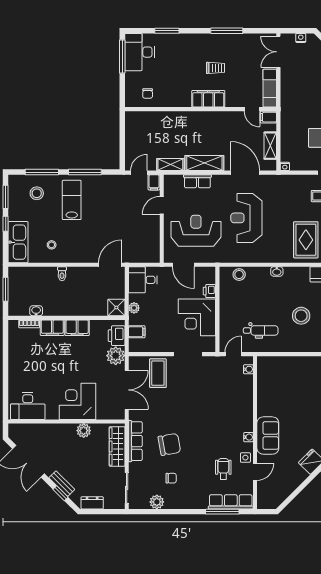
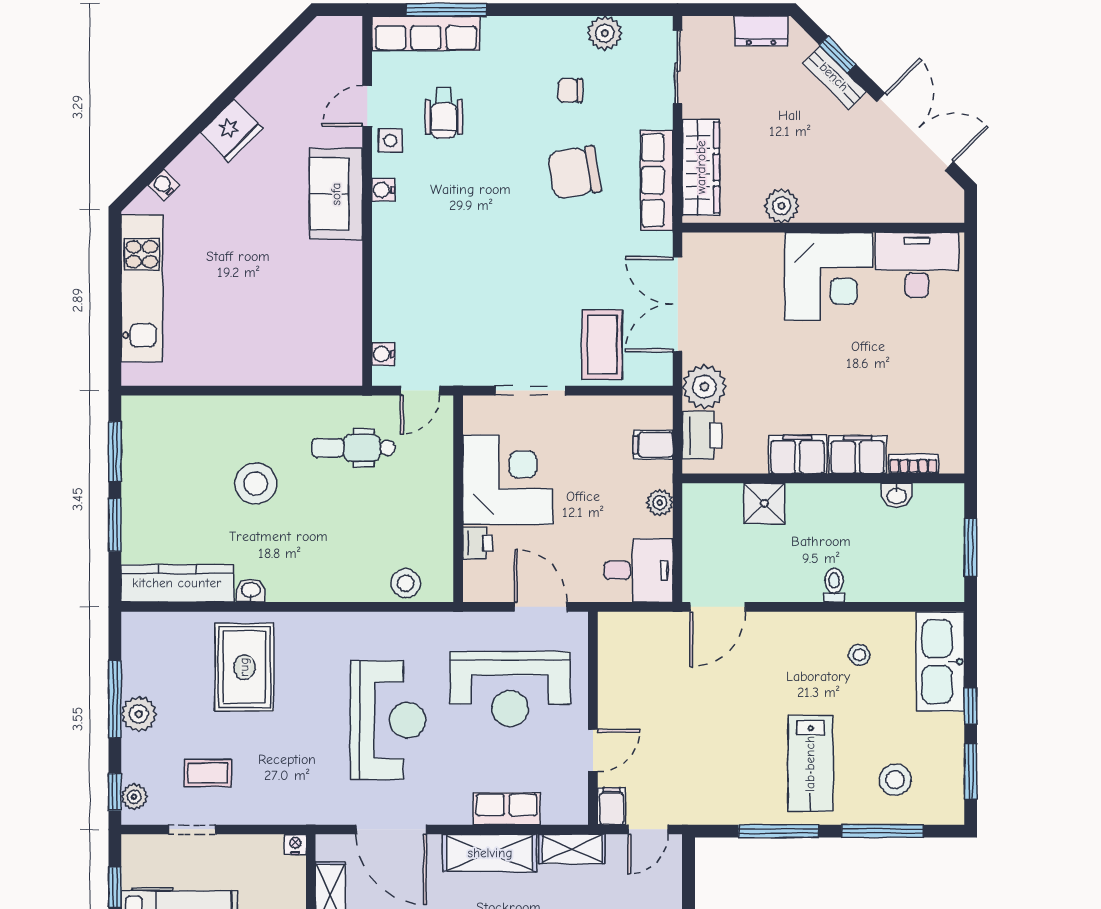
washbasin: (277, 271) -> (251, 591), moved
shower: (116, 307) -> (764, 503), moved
corner desk: (77, 401) -> (829, 276), moved

